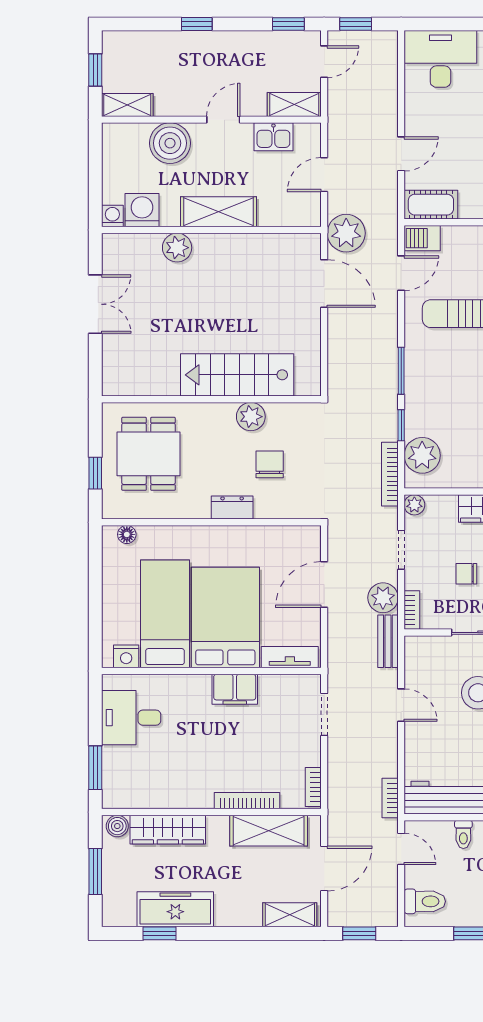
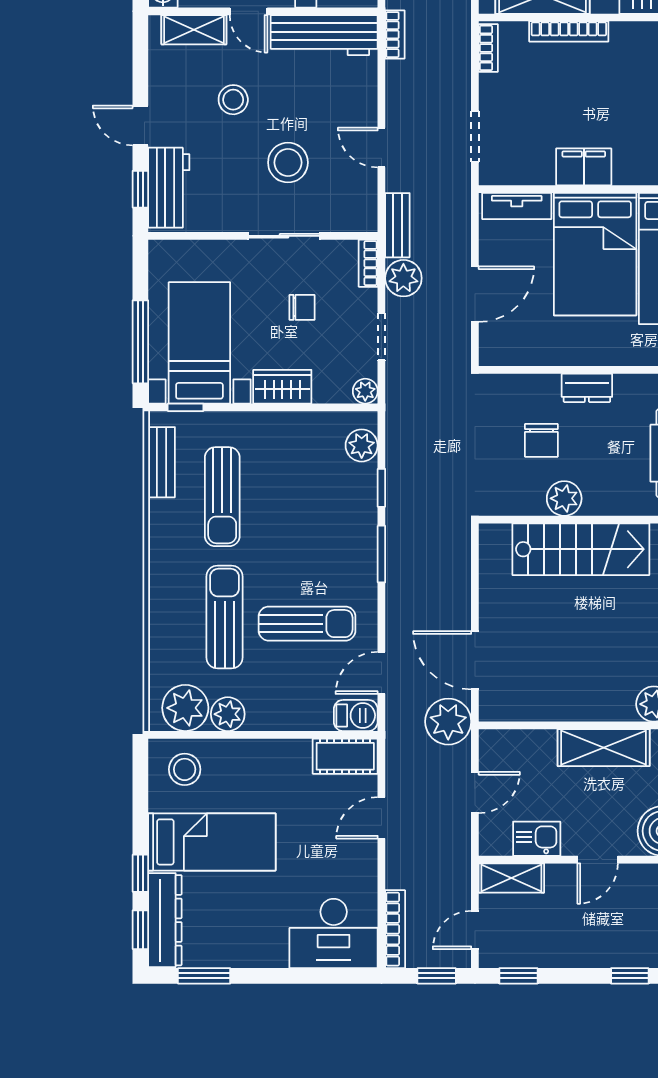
plant: (422, 455) -> (362, 445), width x0.73, depth x0.73
bookcase: (390, 474) -> (395, 929), moved

